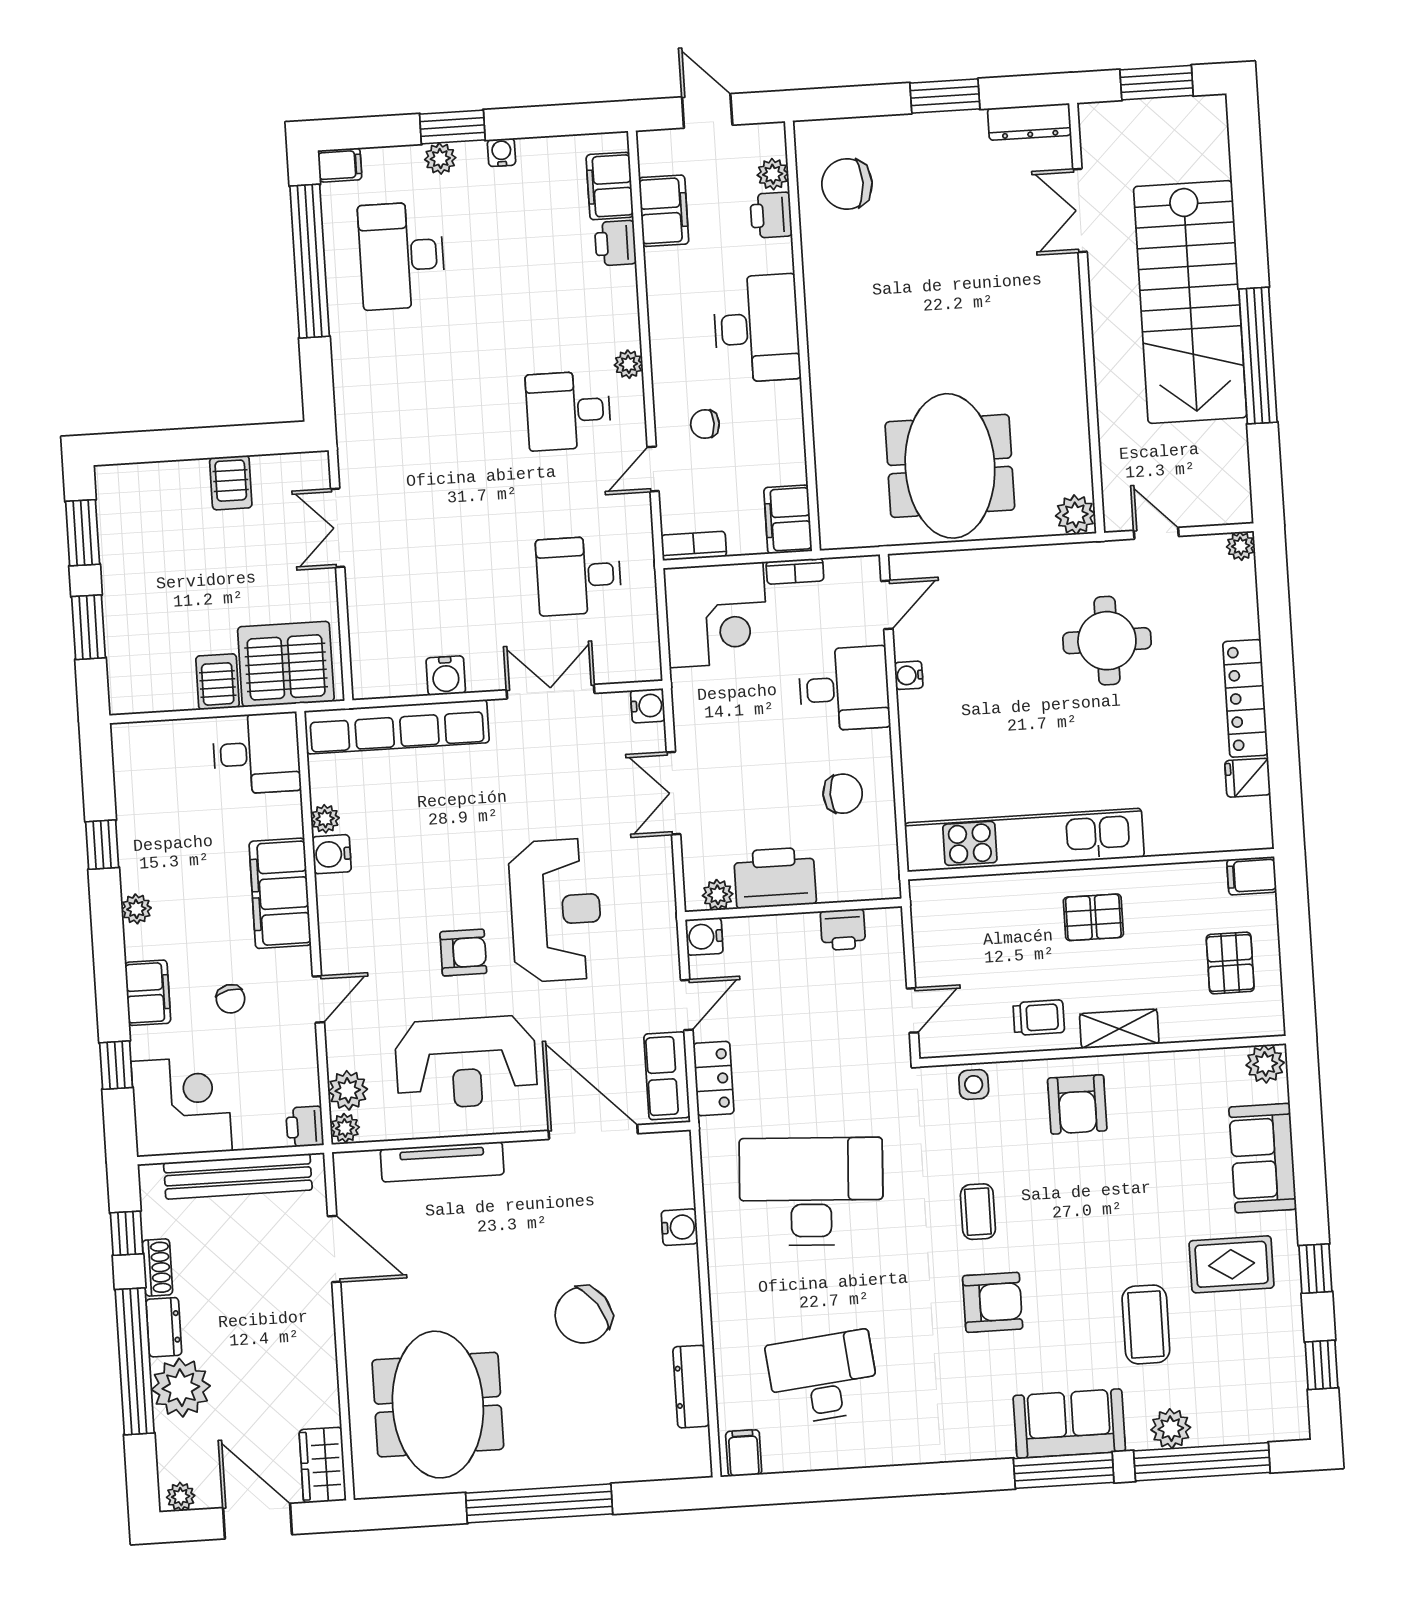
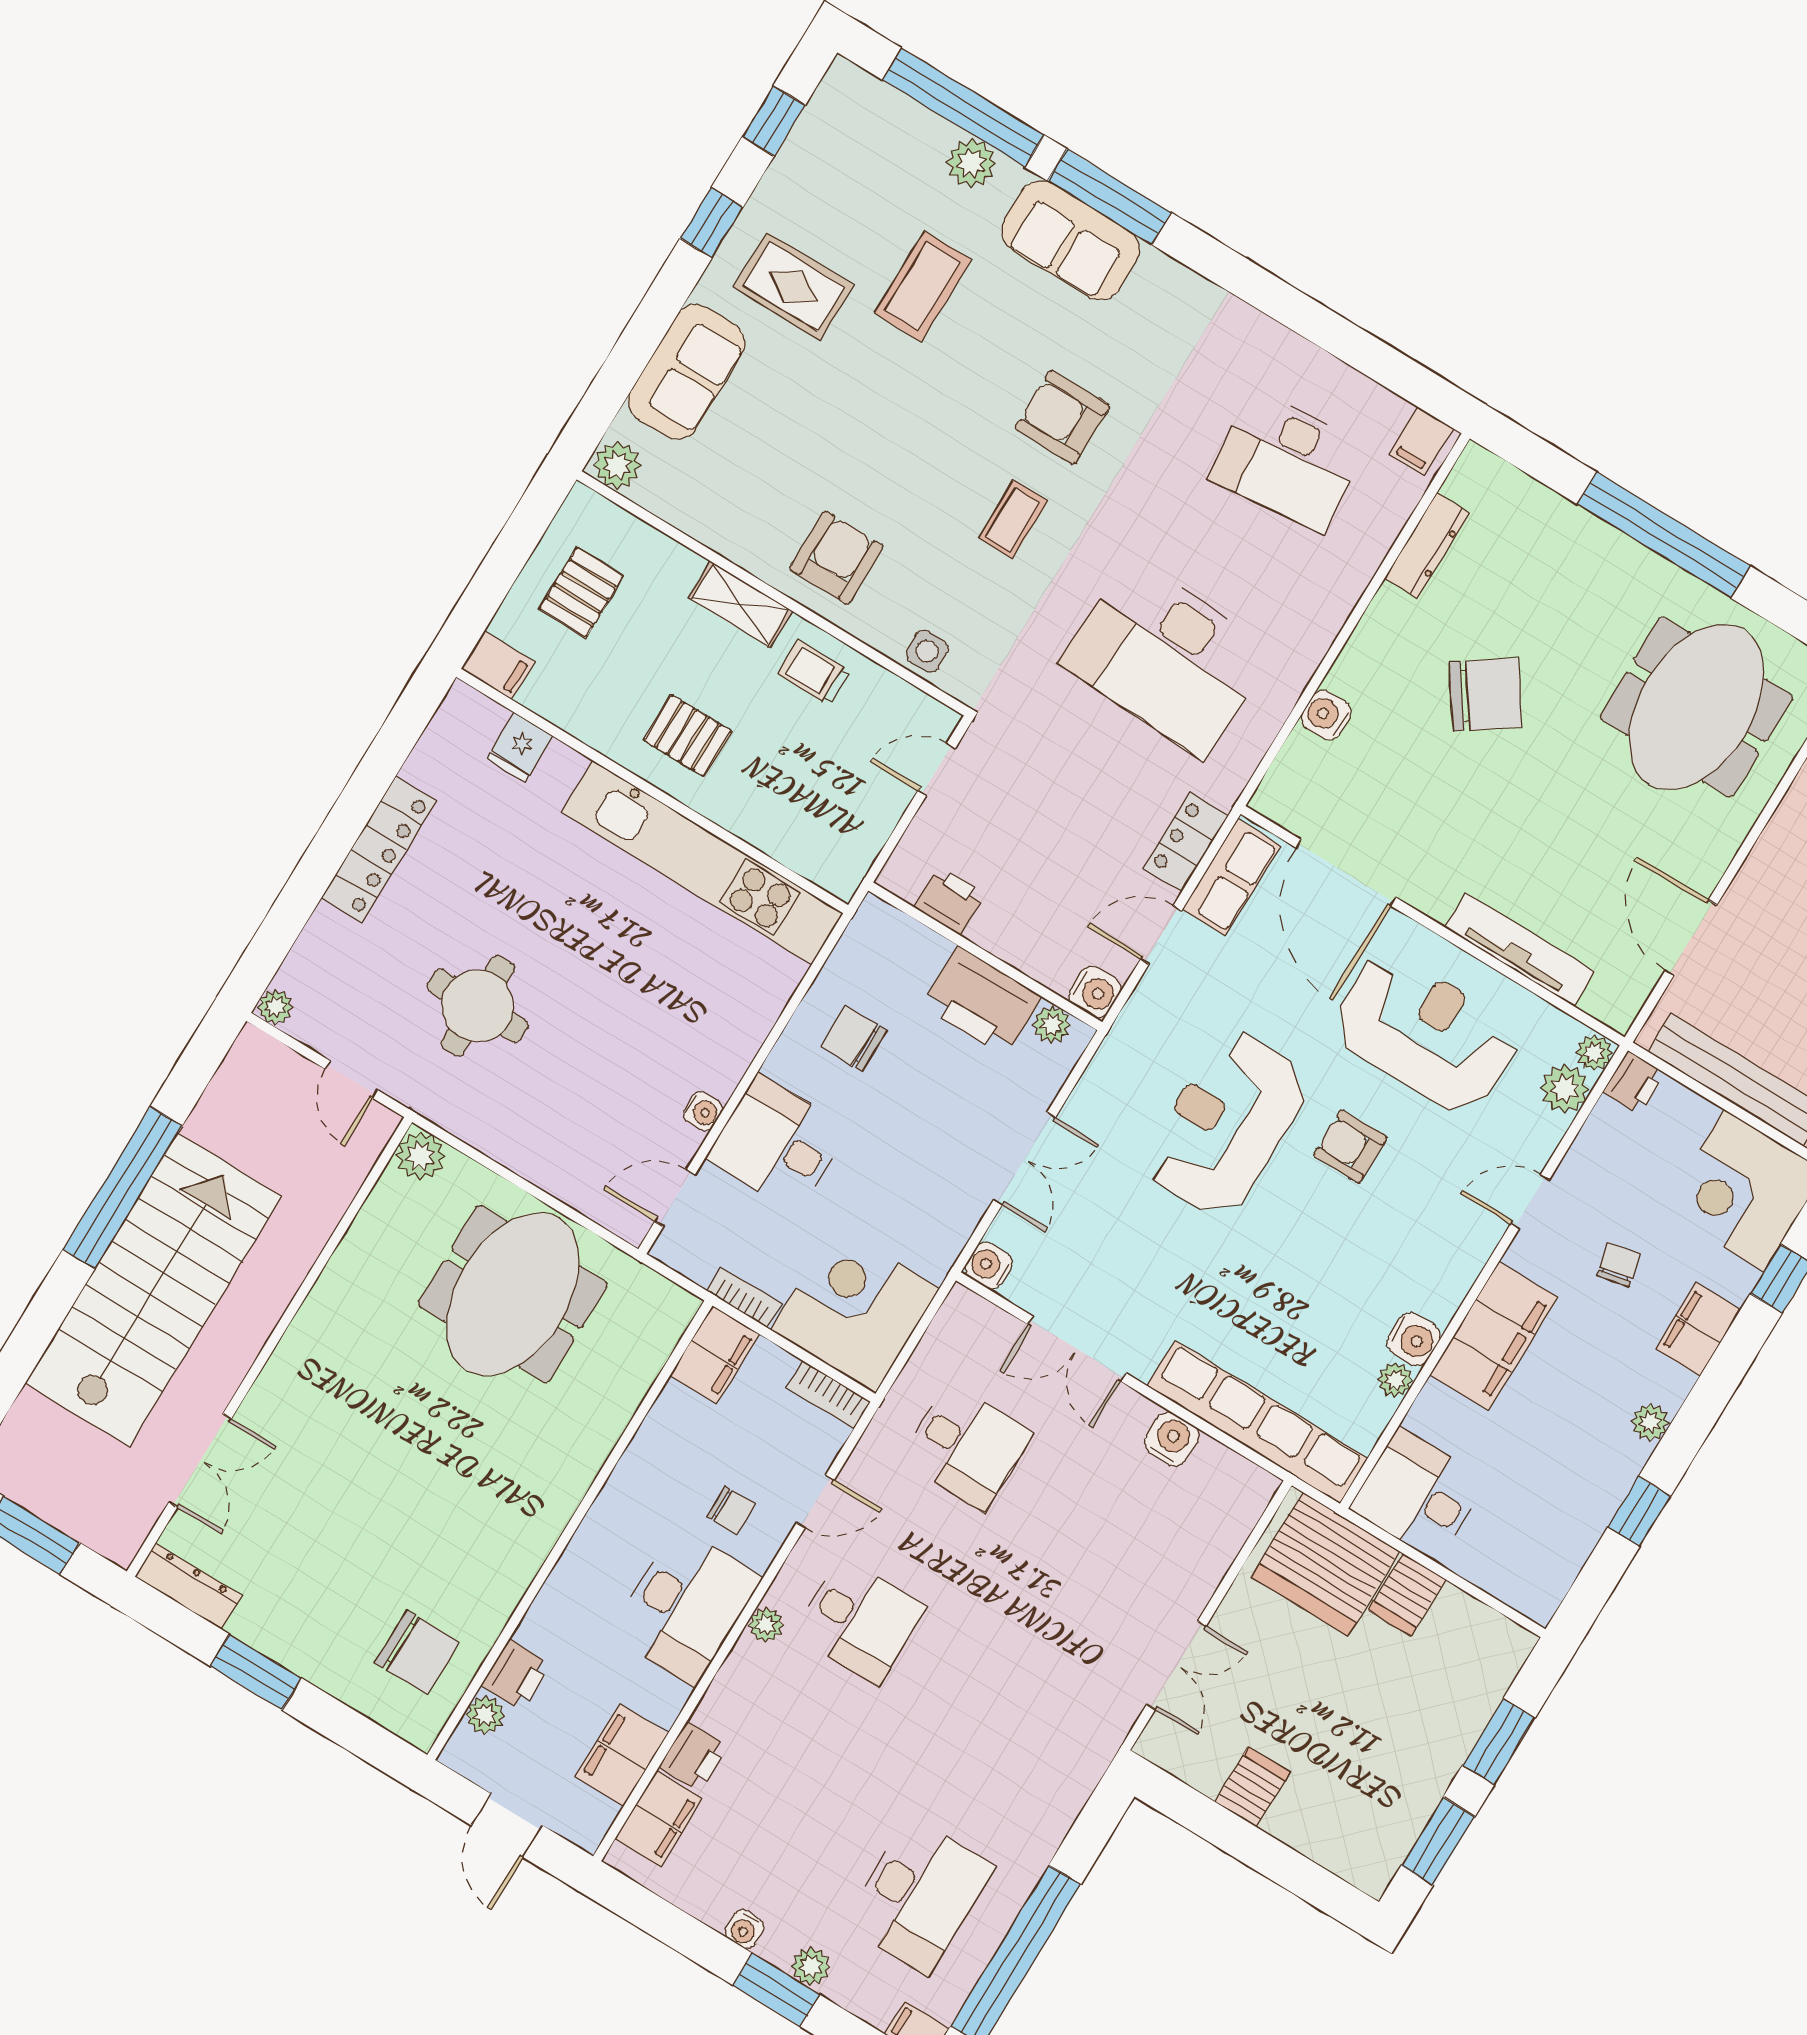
desk: (757, 328) -> (686, 1606), moved, turned 180
fridge: (1248, 778) -> (520, 747), moved, turned 90

